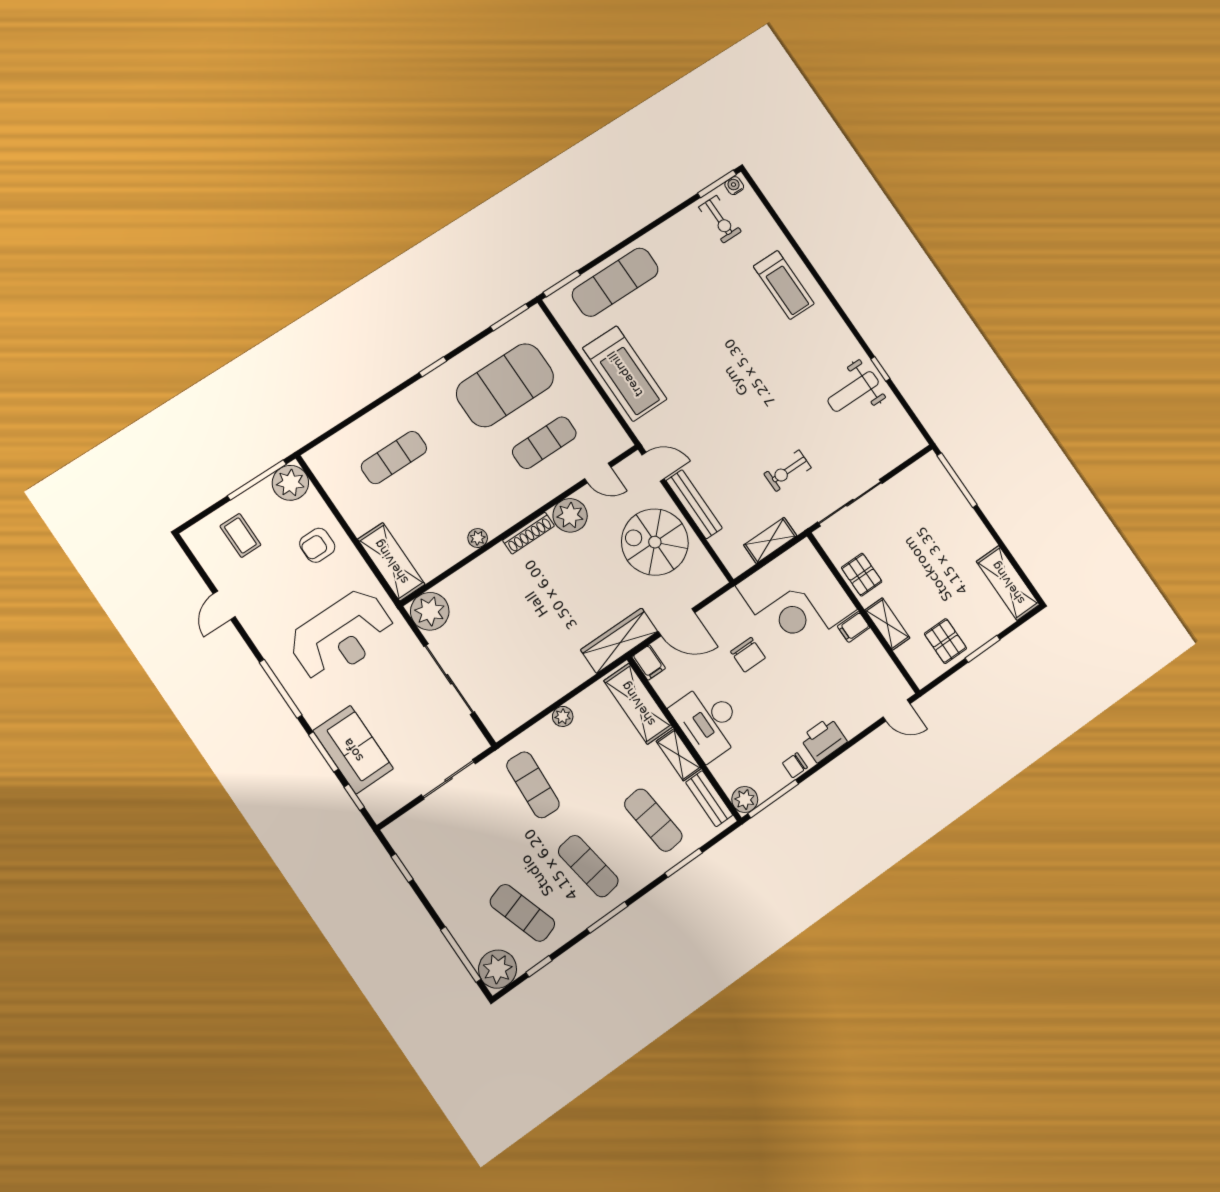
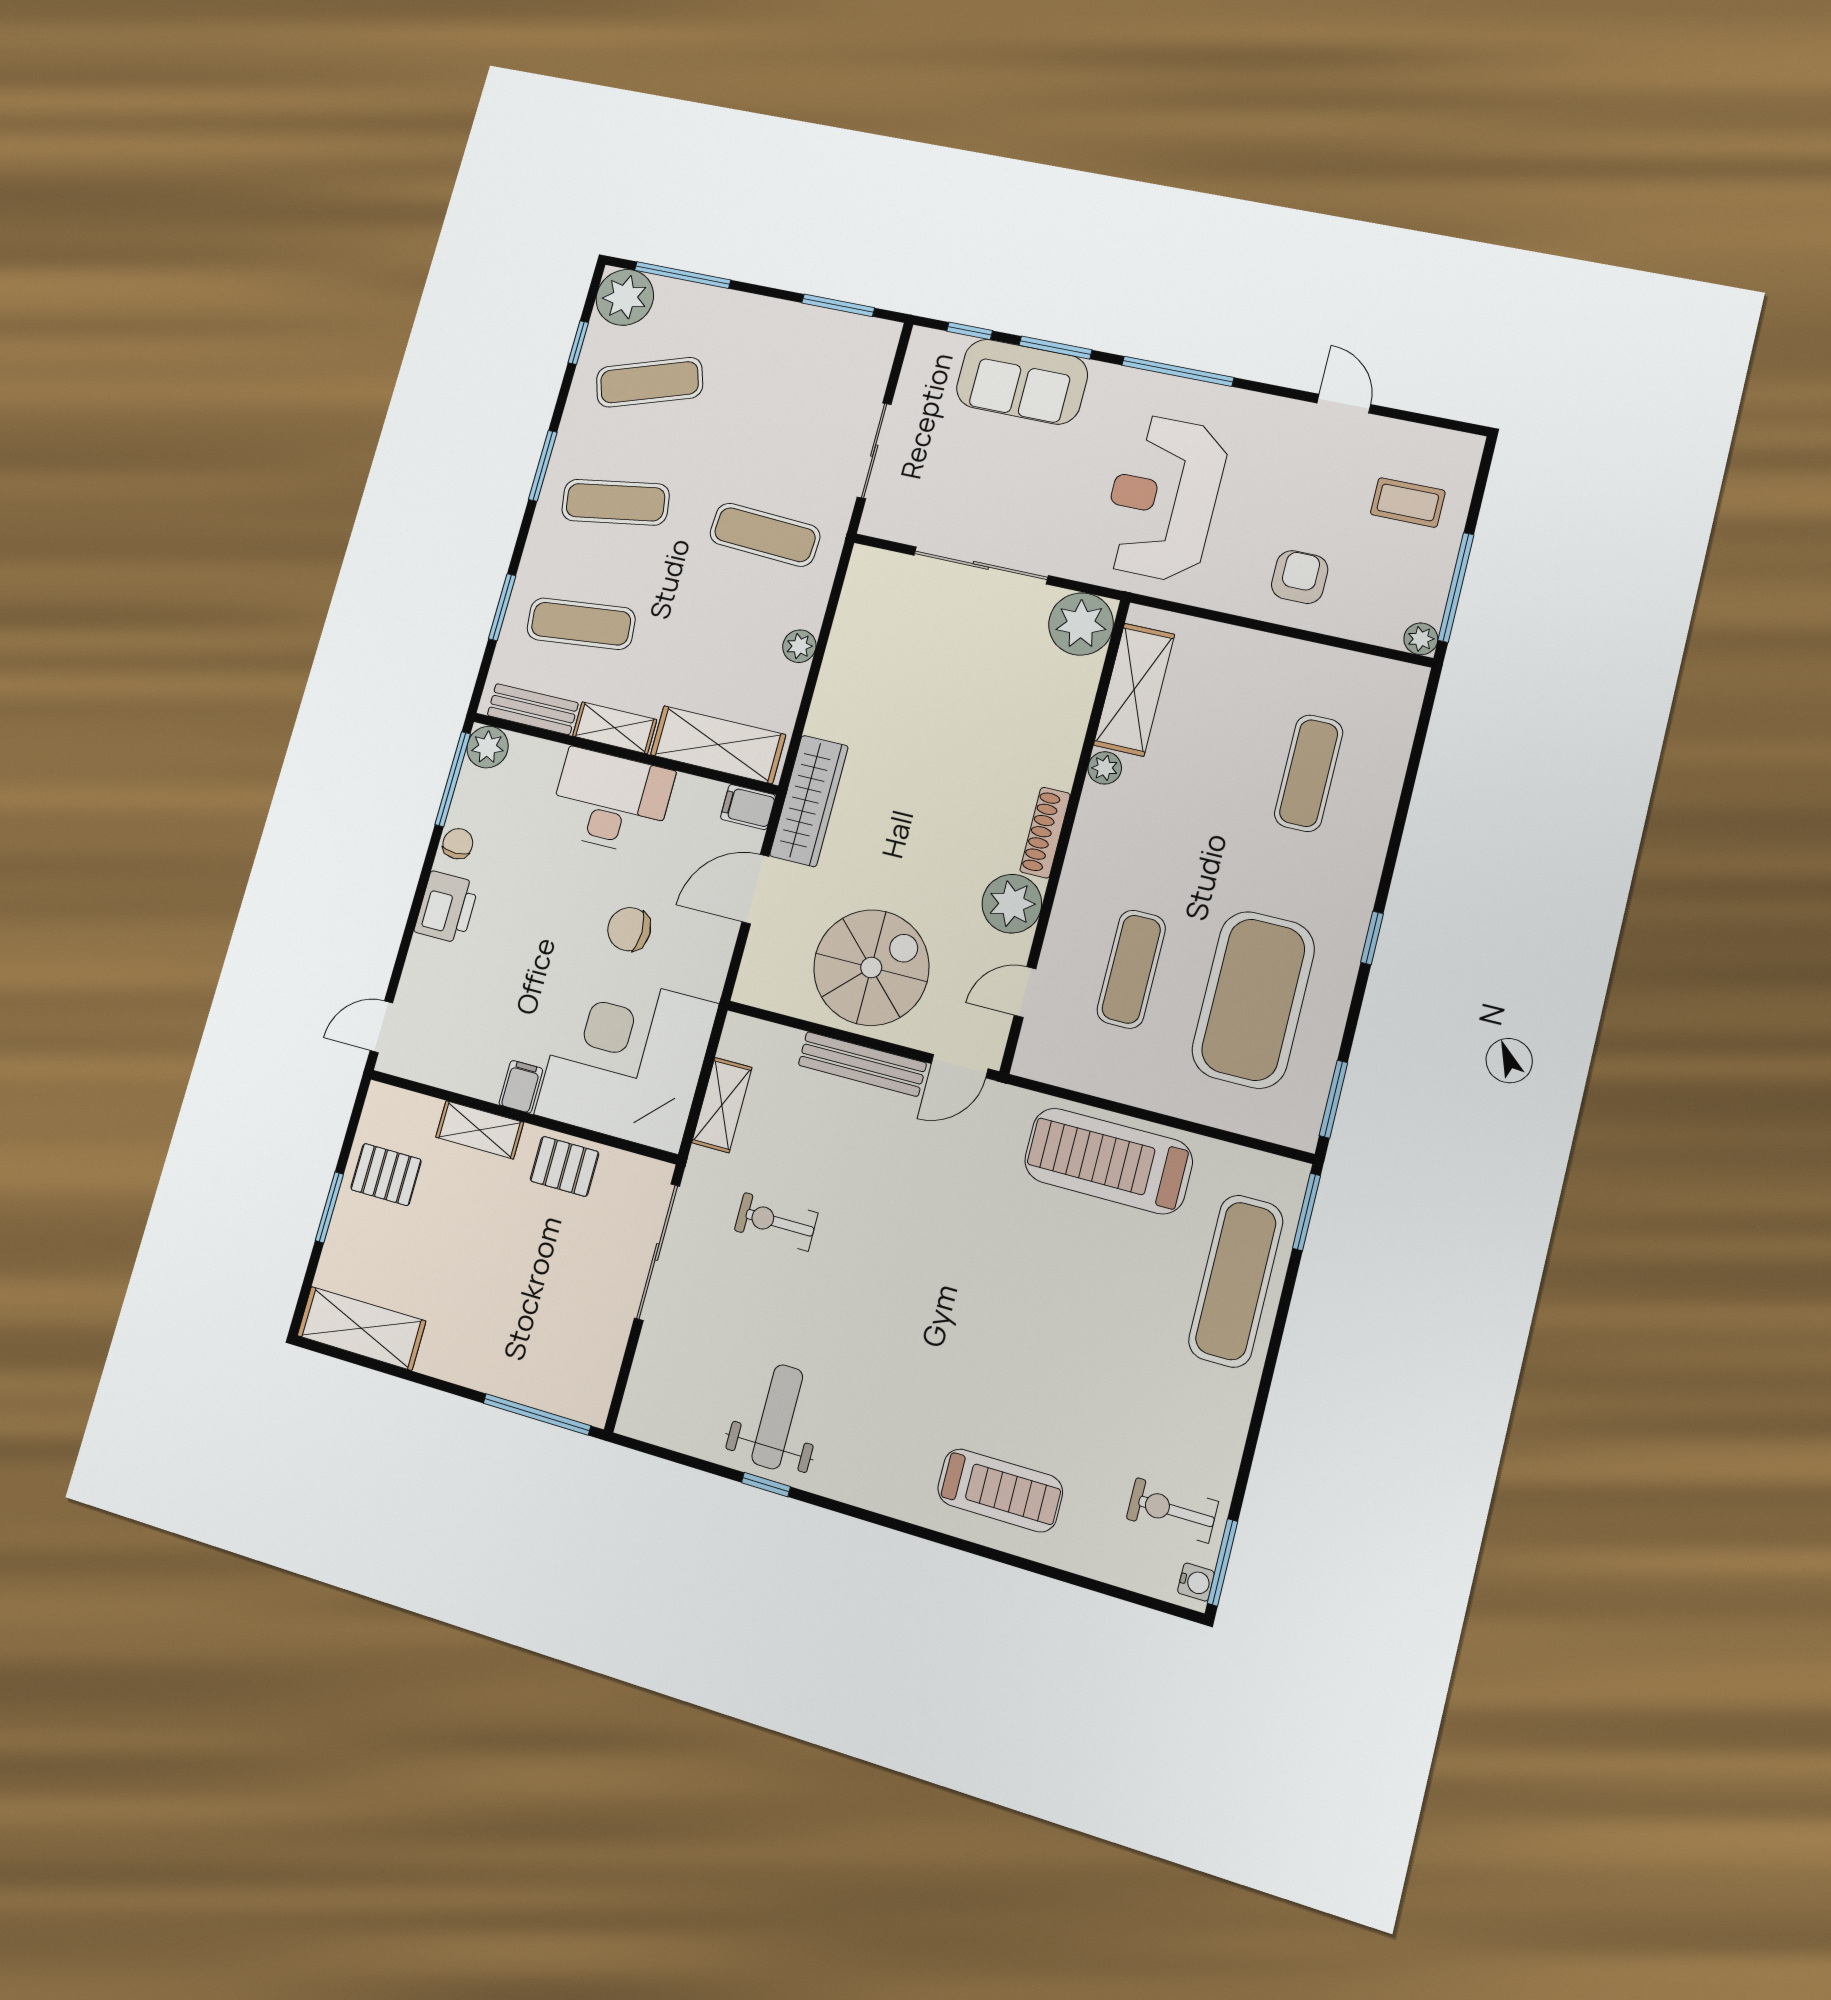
treadmill: (784, 285) -> (1000, 1490), turned 180
exercise bike: (788, 471) -> (776, 1222), turned -90
plant: (290, 483) -> (1421, 639), width x0.53, depth x0.53
shelving: (391, 562) -> (1134, 690), moved, turned 90
window: (402, 868) -> (838, 305), width x1.50

